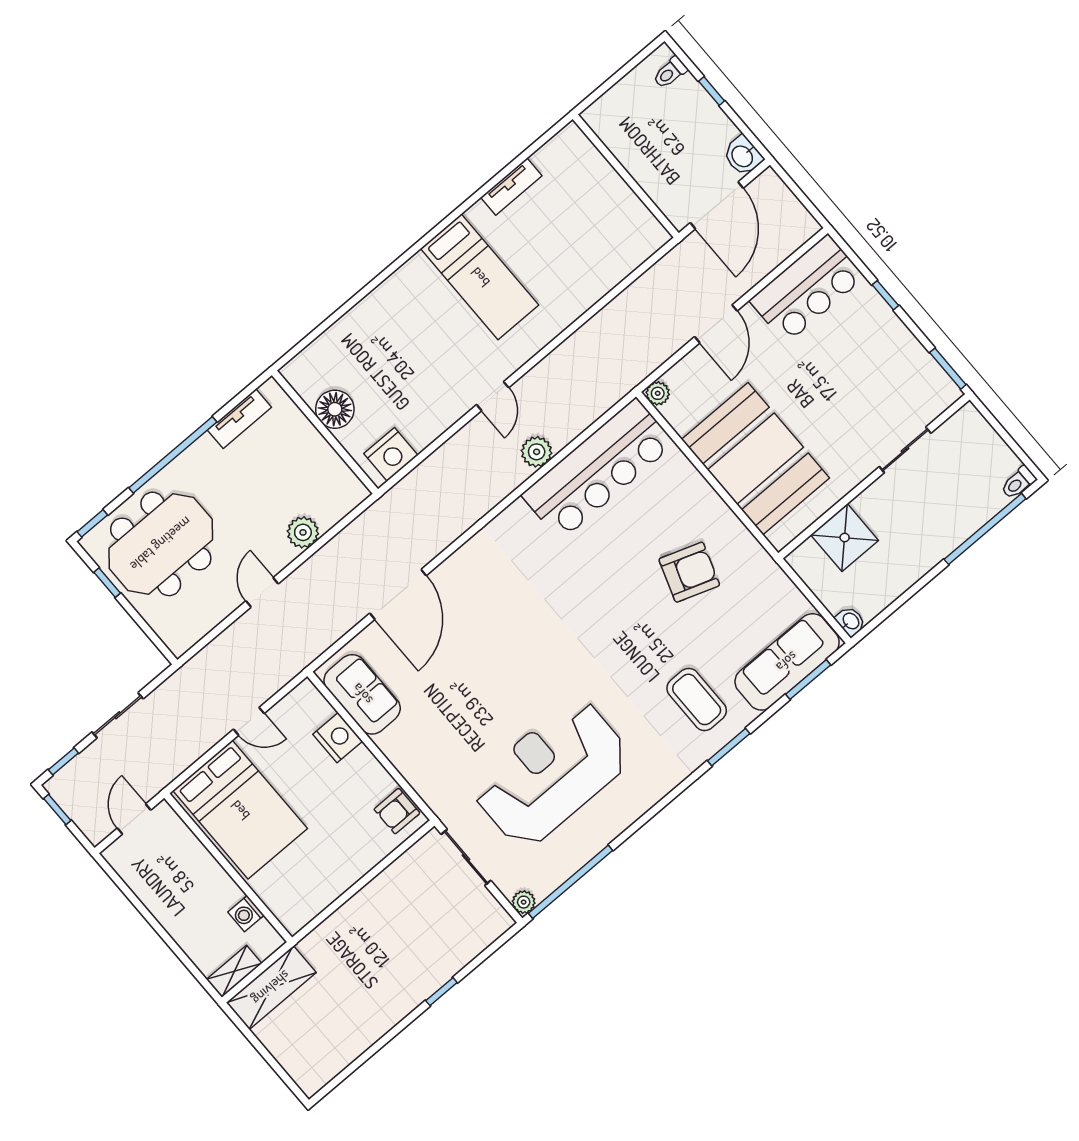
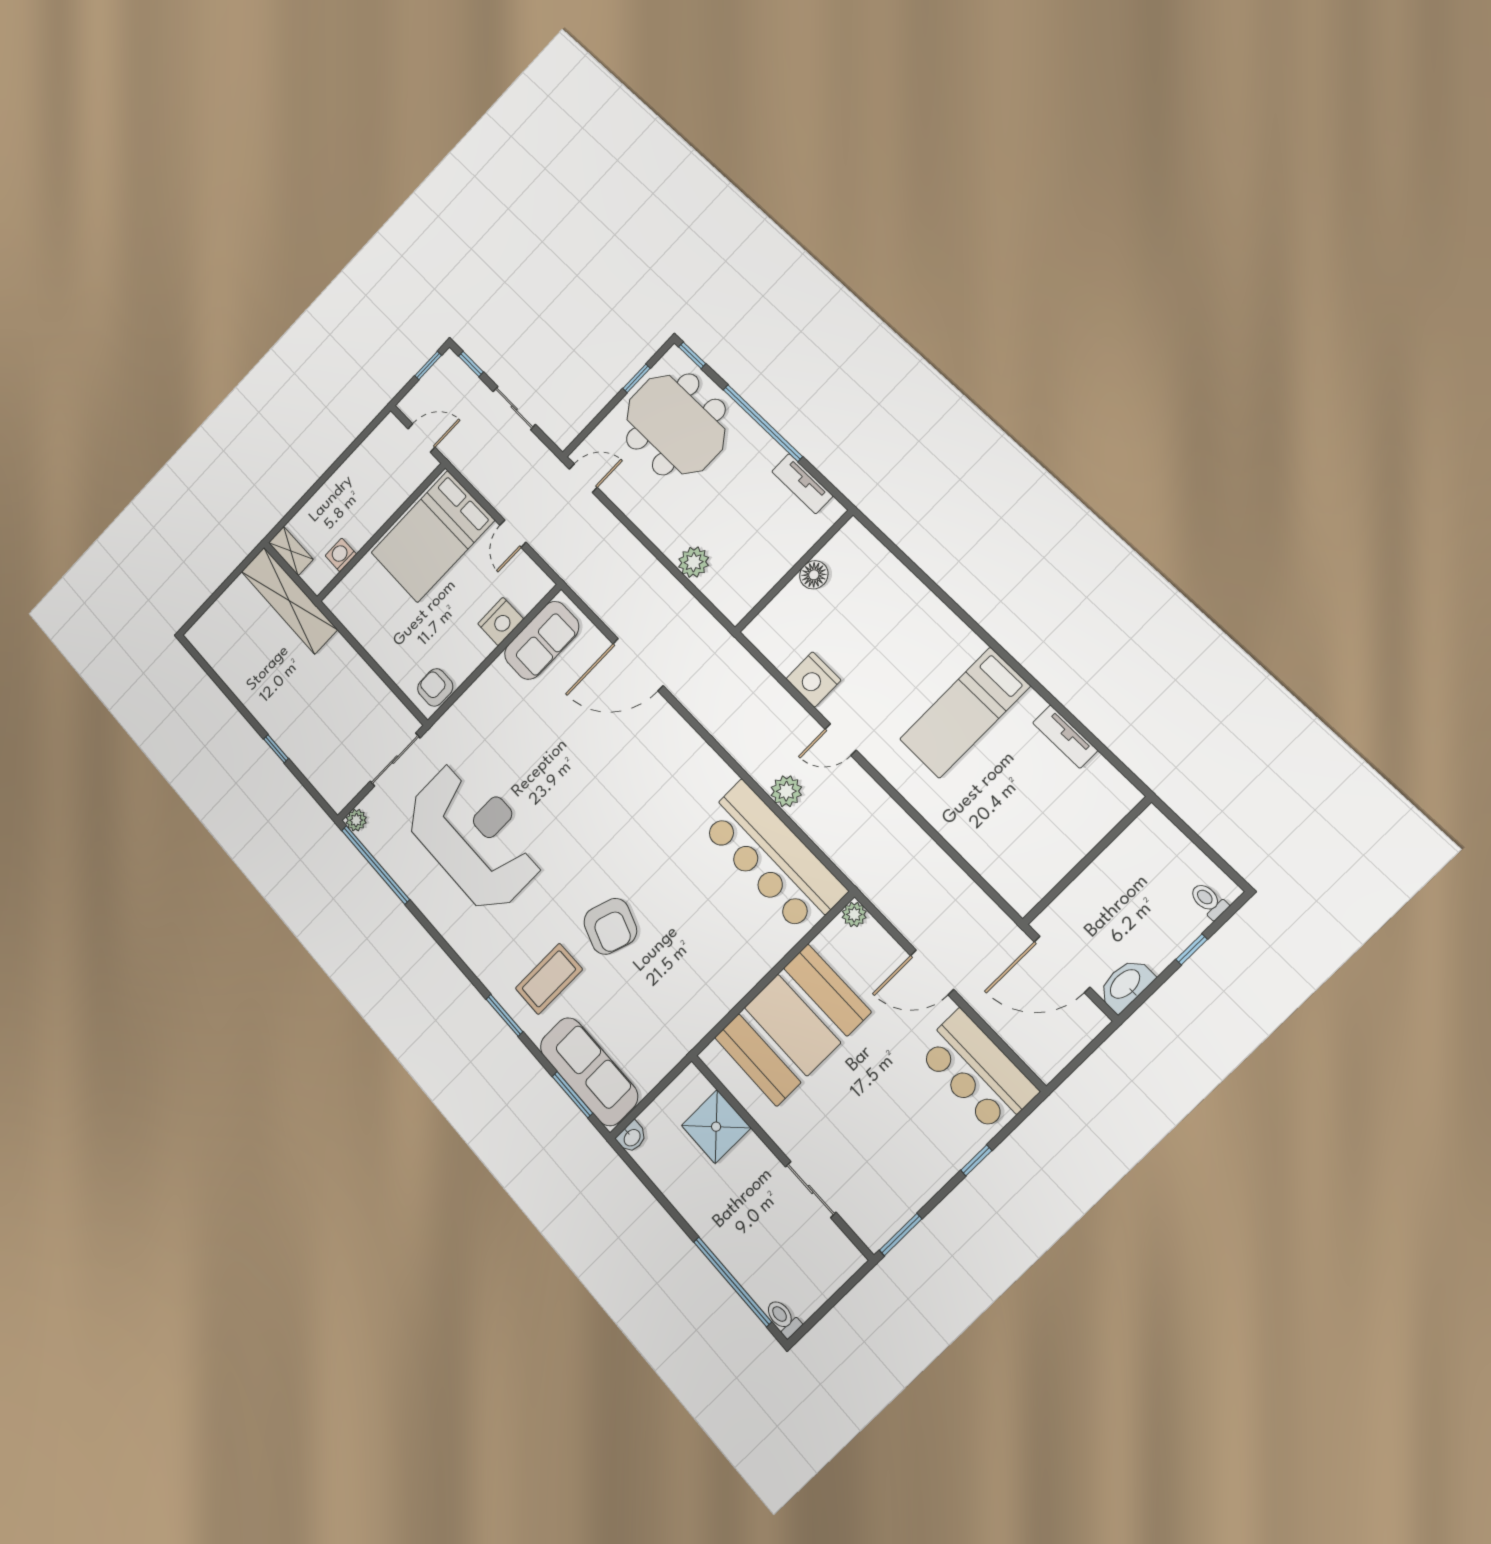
washbasin: (743, 156) -> (1126, 985), width x1.38
floor lamp: (335, 409) -> (814, 575), width x0.73, depth x0.73
nightstand: (391, 454) -> (813, 680), moved
armchair: (689, 572) -> (610, 926), moved
door: (262, 592) -> (583, 478), moved
shelving: (271, 988) -> (289, 601), width x1.47

